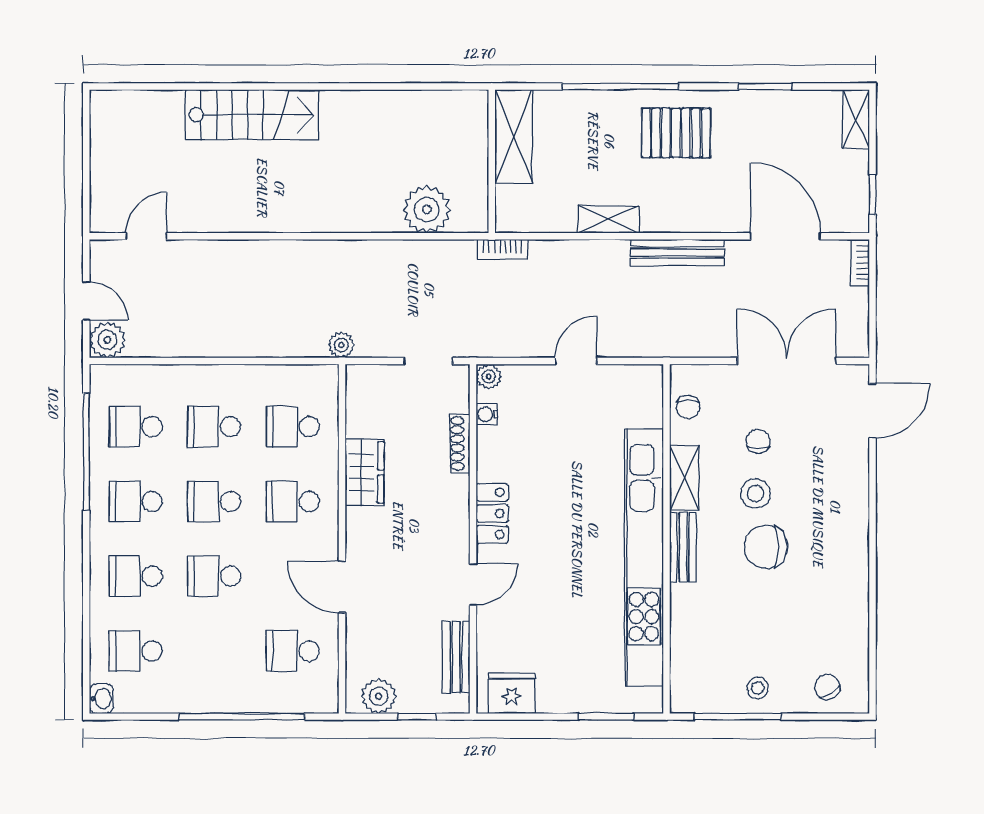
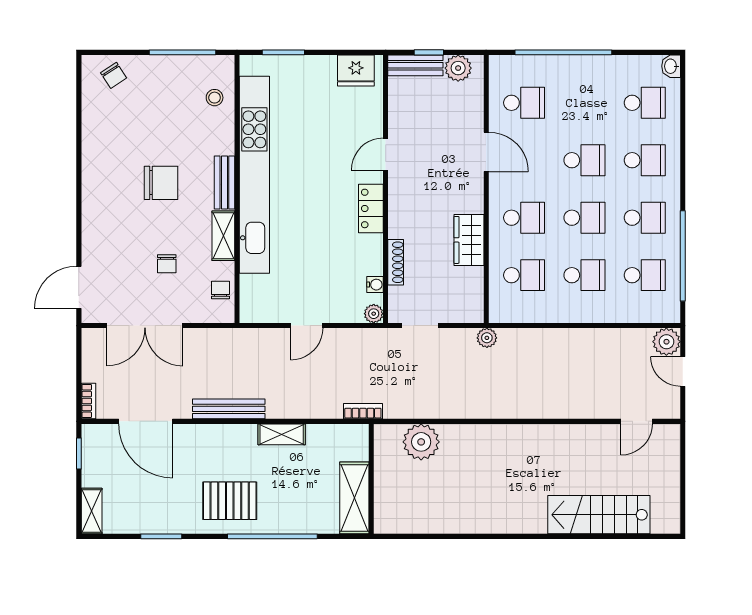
stairs: (252, 115) -> (599, 515), moved
stool: (756, 494) -> (169, 224), removed
bench: (456, 657) -> (415, 65), moved, turned 90
stool: (758, 688) -> (215, 98), moved

